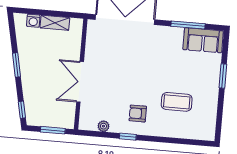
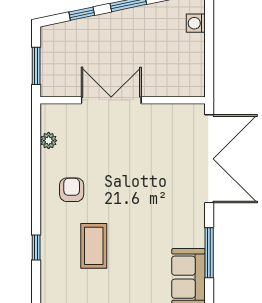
shelving: (55, 23) -> (195, 55), removed
window: (22, 110) -> (82, 14), moved
window: (128, 137) -> (36, 248), moved

